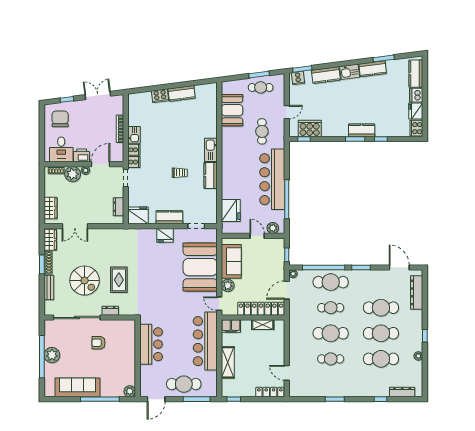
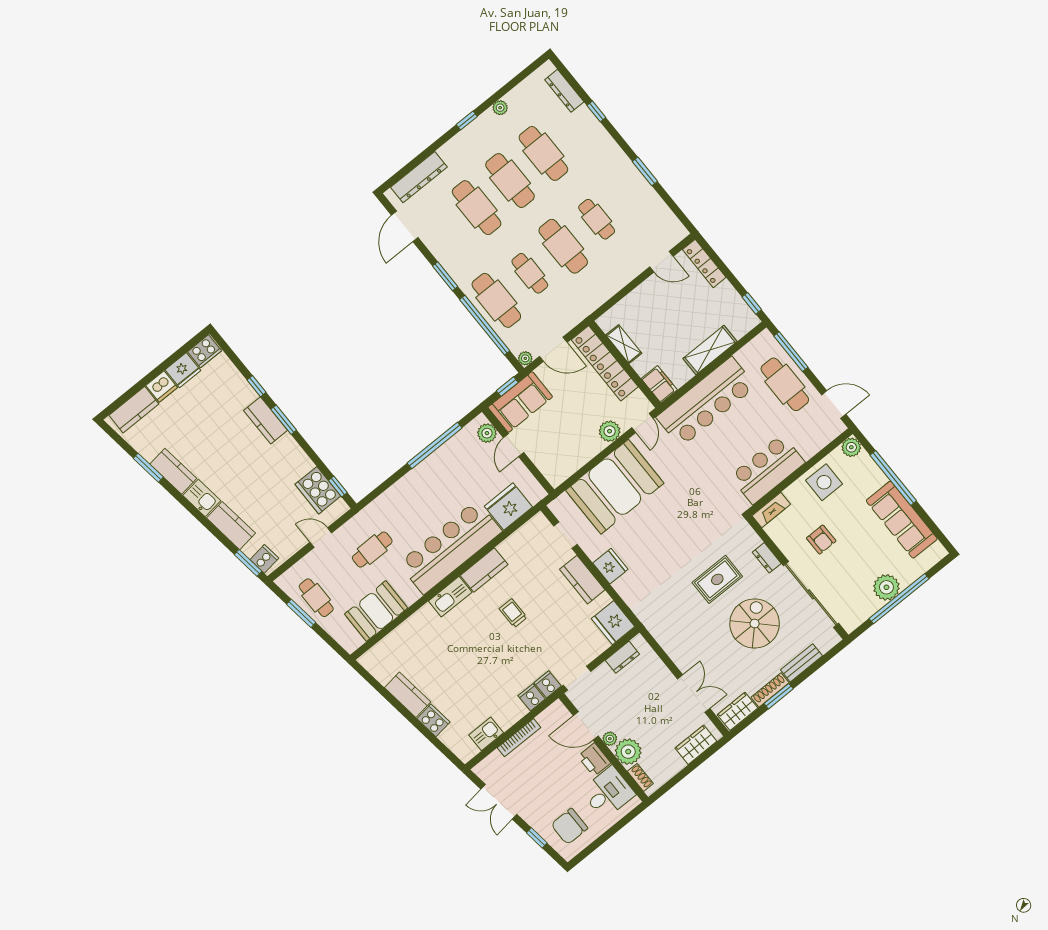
kitchen sink: (134, 135) -> (486, 734), moved
bar counter: (272, 179) -> (450, 547), moved, turned 180
sofa: (231, 261) -> (520, 402), moved, turned 180
fireplace: (131, 331) -> (771, 510), added
side table: (124, 366) -> (824, 482), added
door: (287, 373) -> (661, 262), hinge flipped

